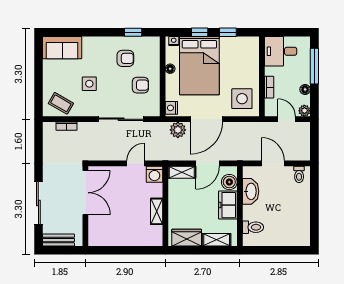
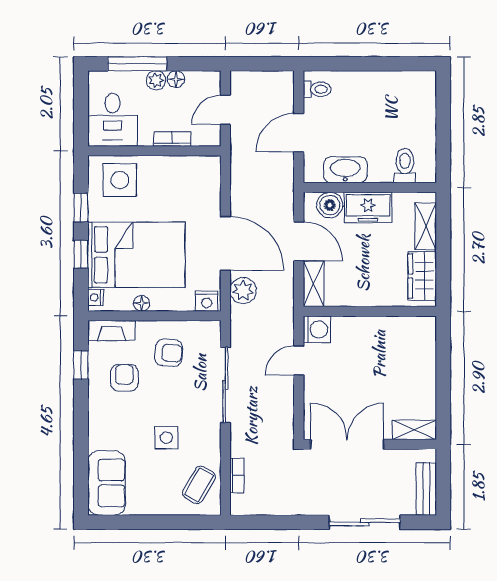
fireplace: (154, 51) -> (111, 331), added
armchair: (140, 85) -> (169, 353), turned 95
side table: (242, 99) -> (120, 180), moved
plant: (304, 111) -> (156, 80), moved
door: (136, 163) -> (299, 361), hinge flipped
shelving: (157, 211) -> (414, 430), moved

